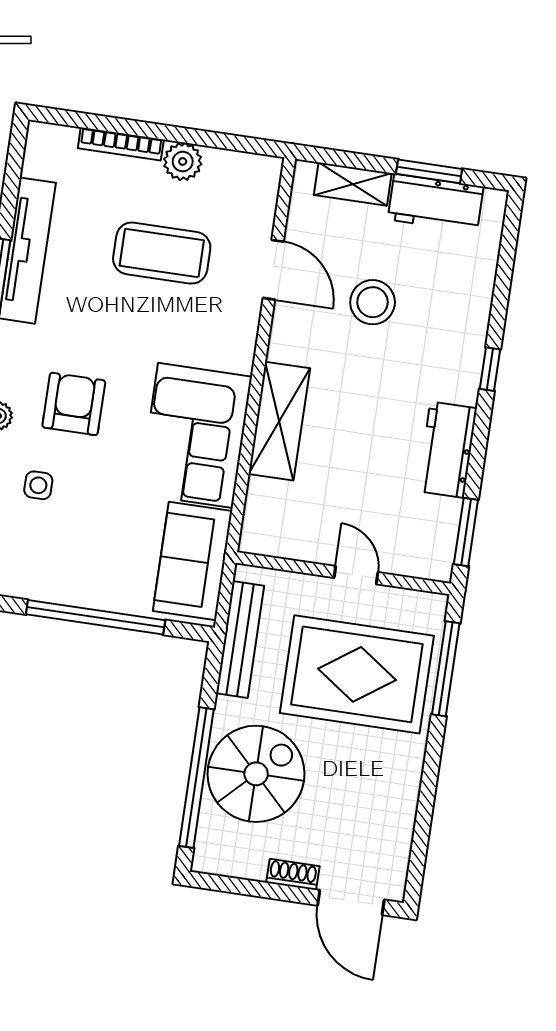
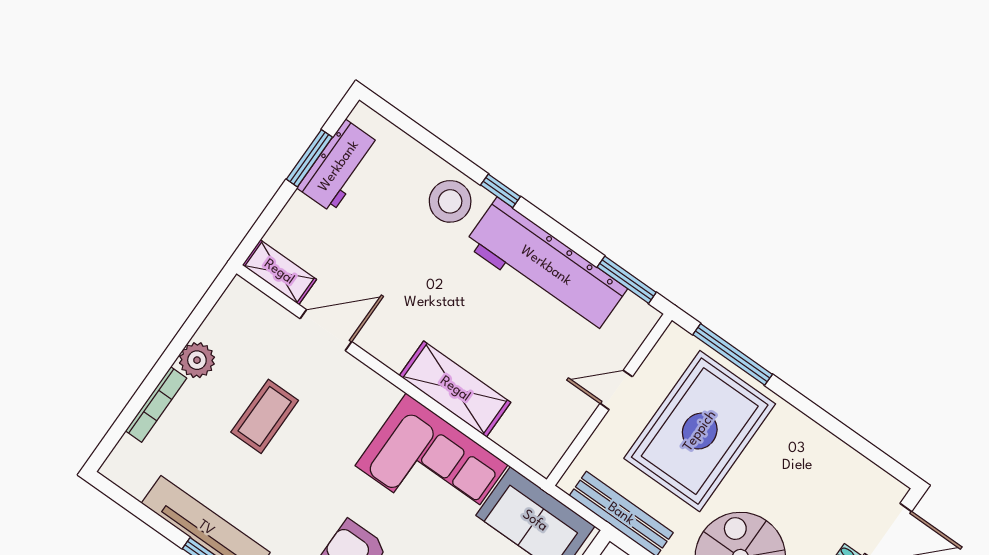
shelving: (353, 184) -> (279, 272), moved, turned 90
coffee table: (162, 253) -> (265, 416), width x0.73, depth x0.76
stool: (373, 302) -> (450, 201), moved
workbench: (447, 450) -> (546, 266), width x1.88, depth x1.32

